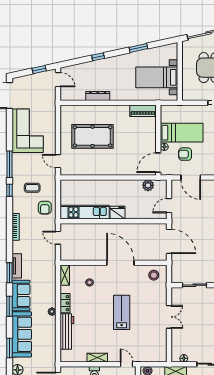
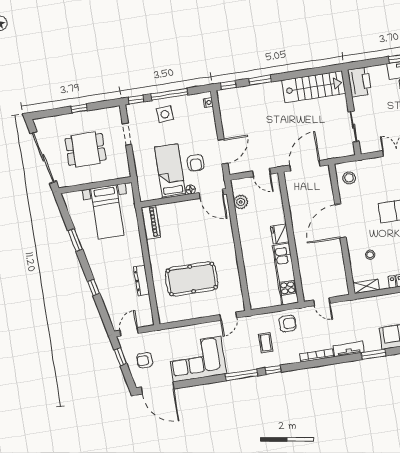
armchair: (33, 89) -> (145, 360), added
pool table: (93, 136) -> (192, 279), turned 90
door: (58, 238) -> (322, 302), hinge flipped
tv unit: (17, 266) -> (349, 349), moved

